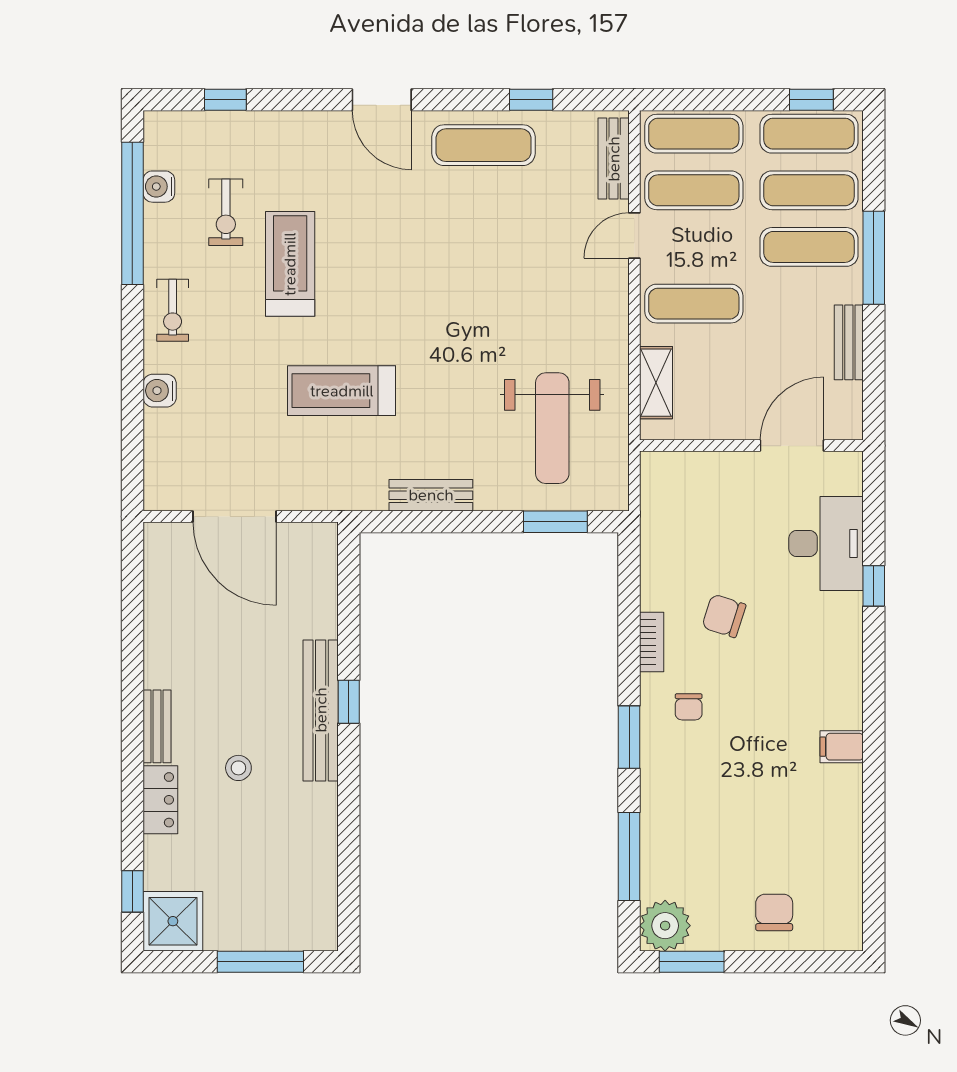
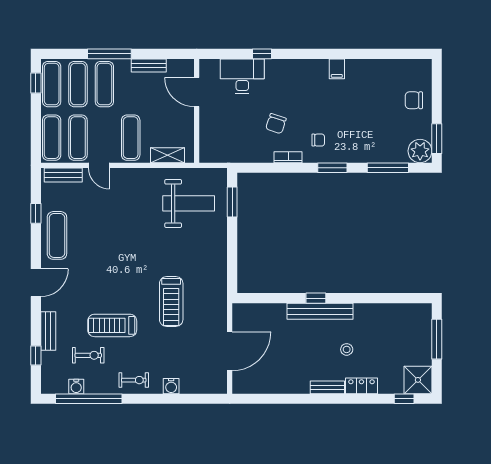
bench: (431, 495) -> (48, 331), moved

